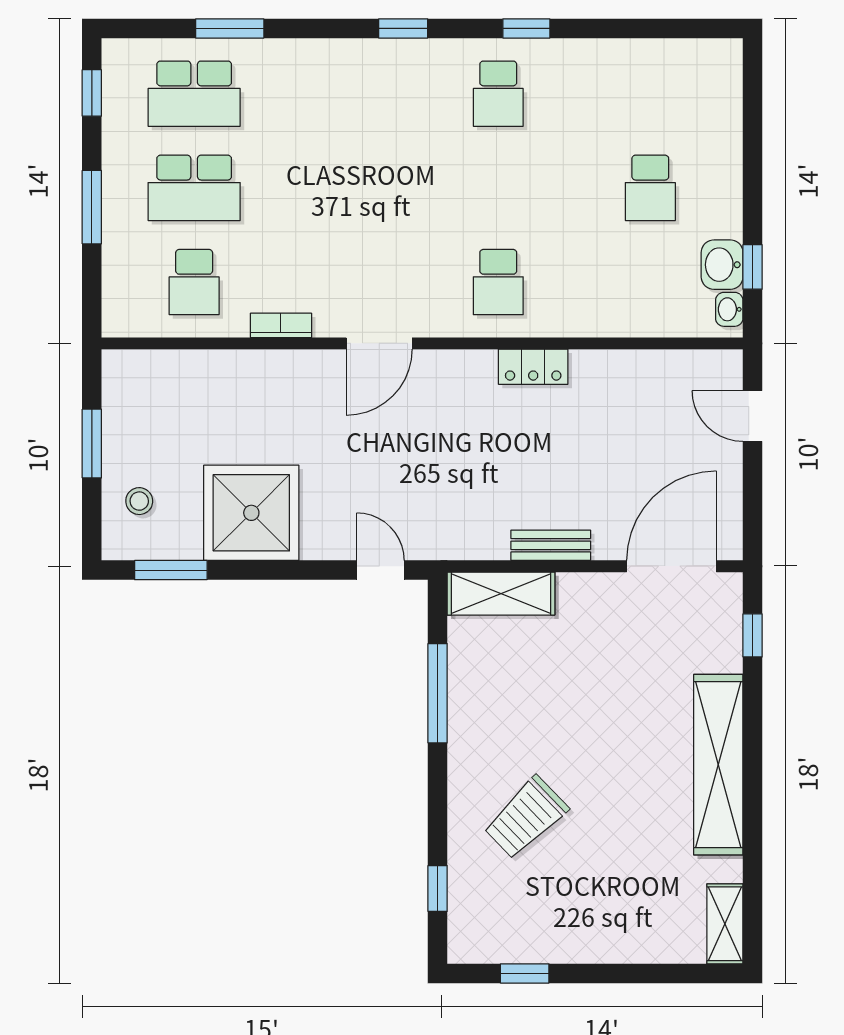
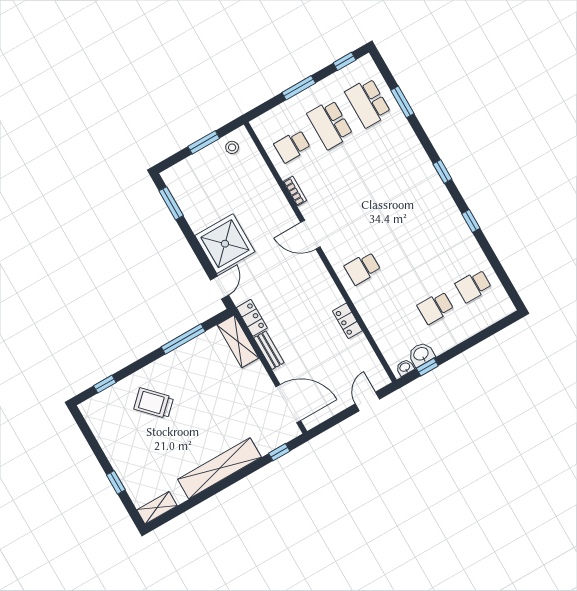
school desk: (498, 94) -> (473, 286), moved
locker: (533, 367) -> (347, 321), moved
stool: (139, 501) -> (232, 147), moved
shower: (251, 513) -> (225, 244), moved
locker: (472, 542) -> (252, 318), added
window: (525, 973) -> (116, 482), moved

